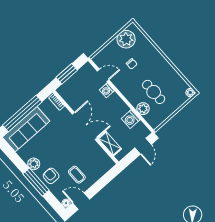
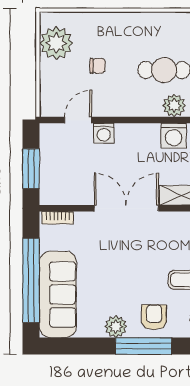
armchair: (51, 176) -> (154, 317), turned 90

